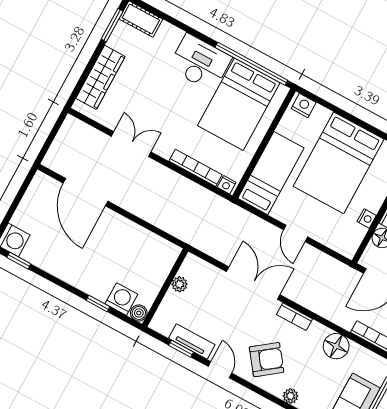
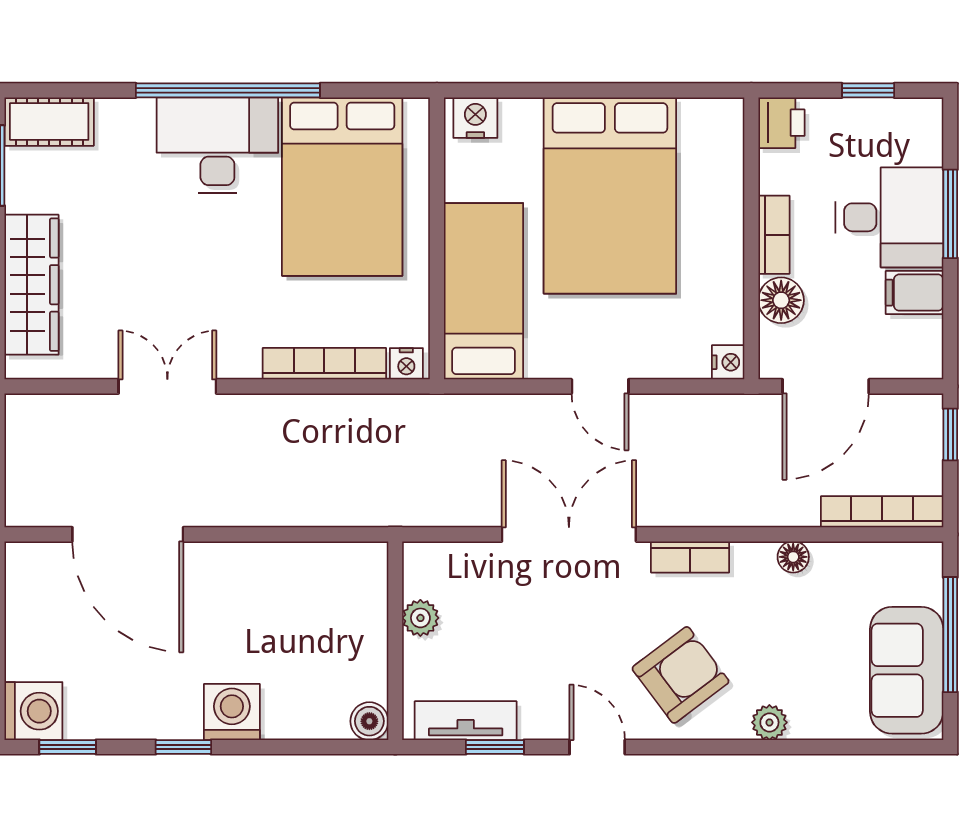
window: (251, 64) -> (228, 90), moved
nightstand: (367, 218) -> (728, 362), moved
washing machine: (121, 299) -> (232, 712), moved
window: (98, 304) -> (183, 747), moved
tv unit: (192, 342) -> (466, 721), moved
floor lamp: (336, 346) -> (793, 557), width x0.53, depth x0.53

